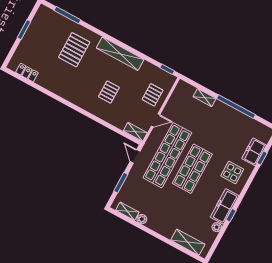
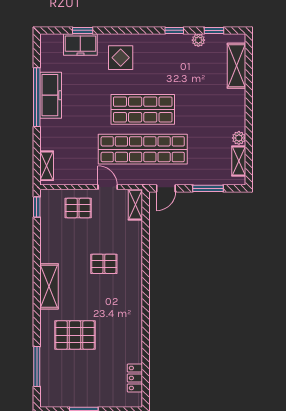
shelving: (120, 54) -> (49, 286), width x0.68
shelving: (205, 98) -> (47, 166), moved
freezer: (225, 206) -> (51, 95), moved, turned -90
window: (218, 240) -> (214, 30), added

